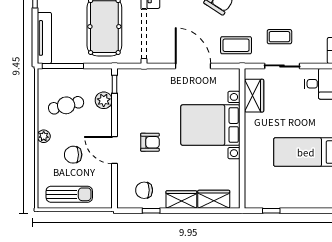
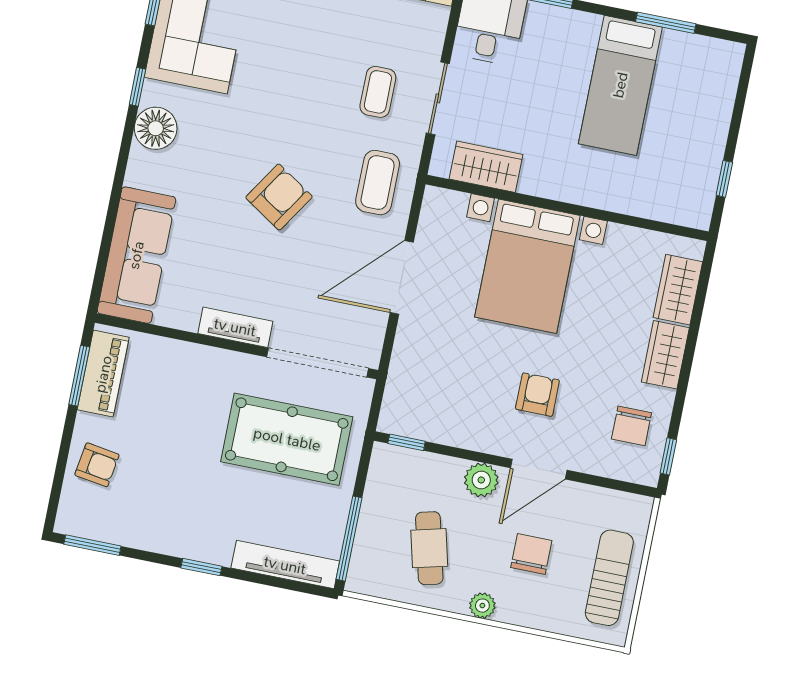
plant: (104, 100) -> (481, 480), moved
chair: (73, 155) -> (531, 554), turned 180
window: (151, 211) -> (668, 456), moved

